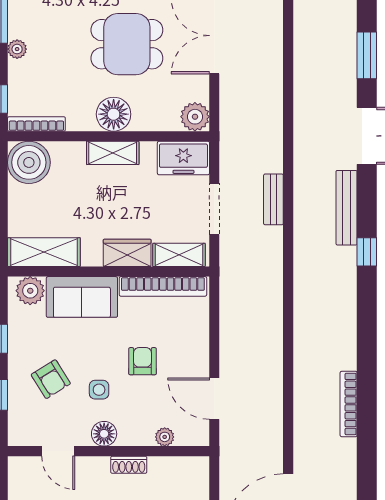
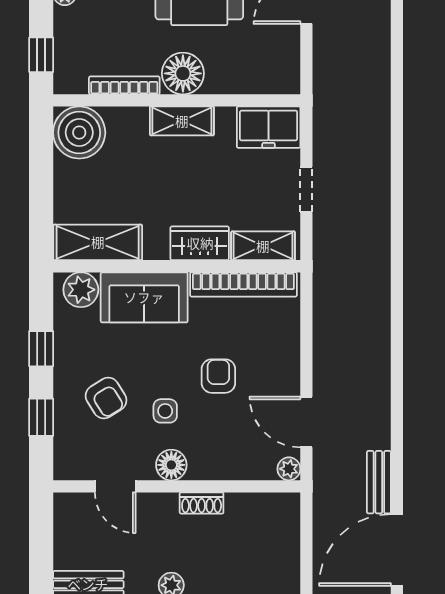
plant: (195, 117) -> (283, 77), removed
bookcase: (36, 124) -> (124, 85), moved
bench: (273, 199) -> (379, 482), moved
doorway: (214, 209) -> (306, 189), width x0.73
plant: (165, 437) -> (289, 469), moved

